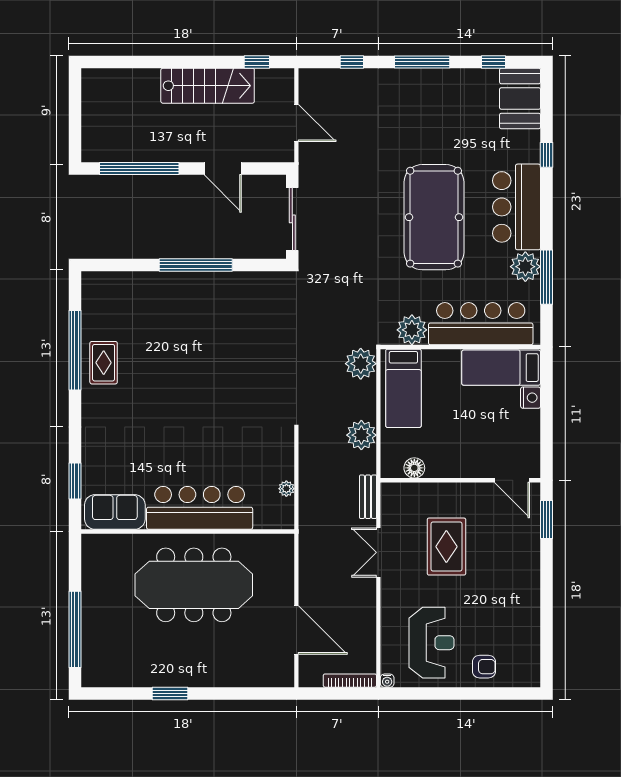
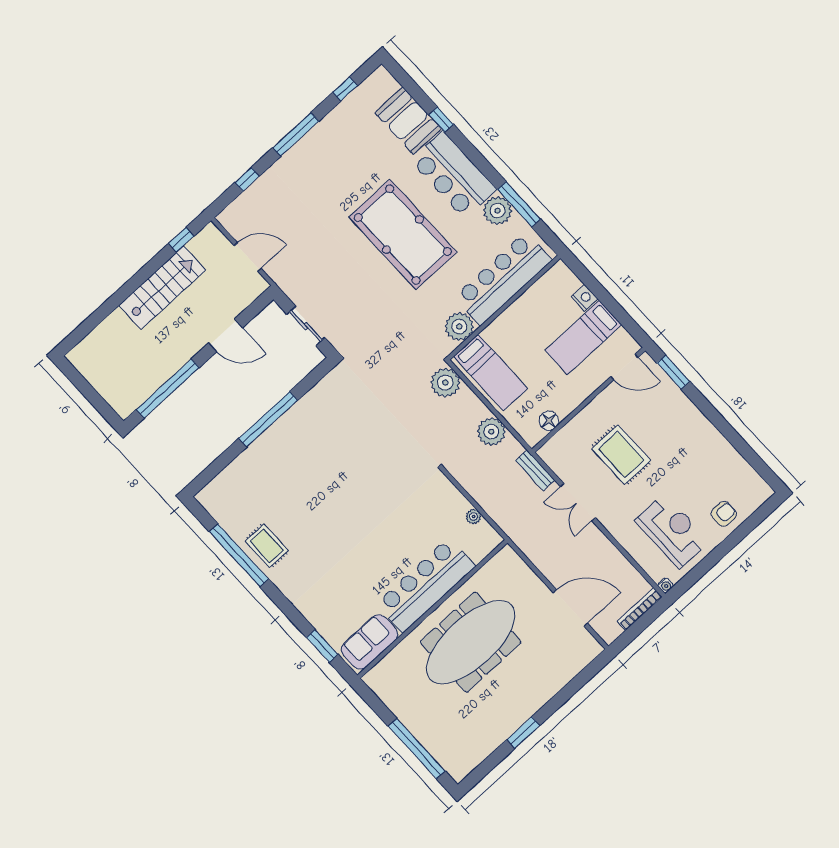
booth: (520, 98) -> (408, 121), moved
sliding door: (292, 219) -> (306, 326), width x0.73
bed: (501, 368) -> (583, 338), moved

